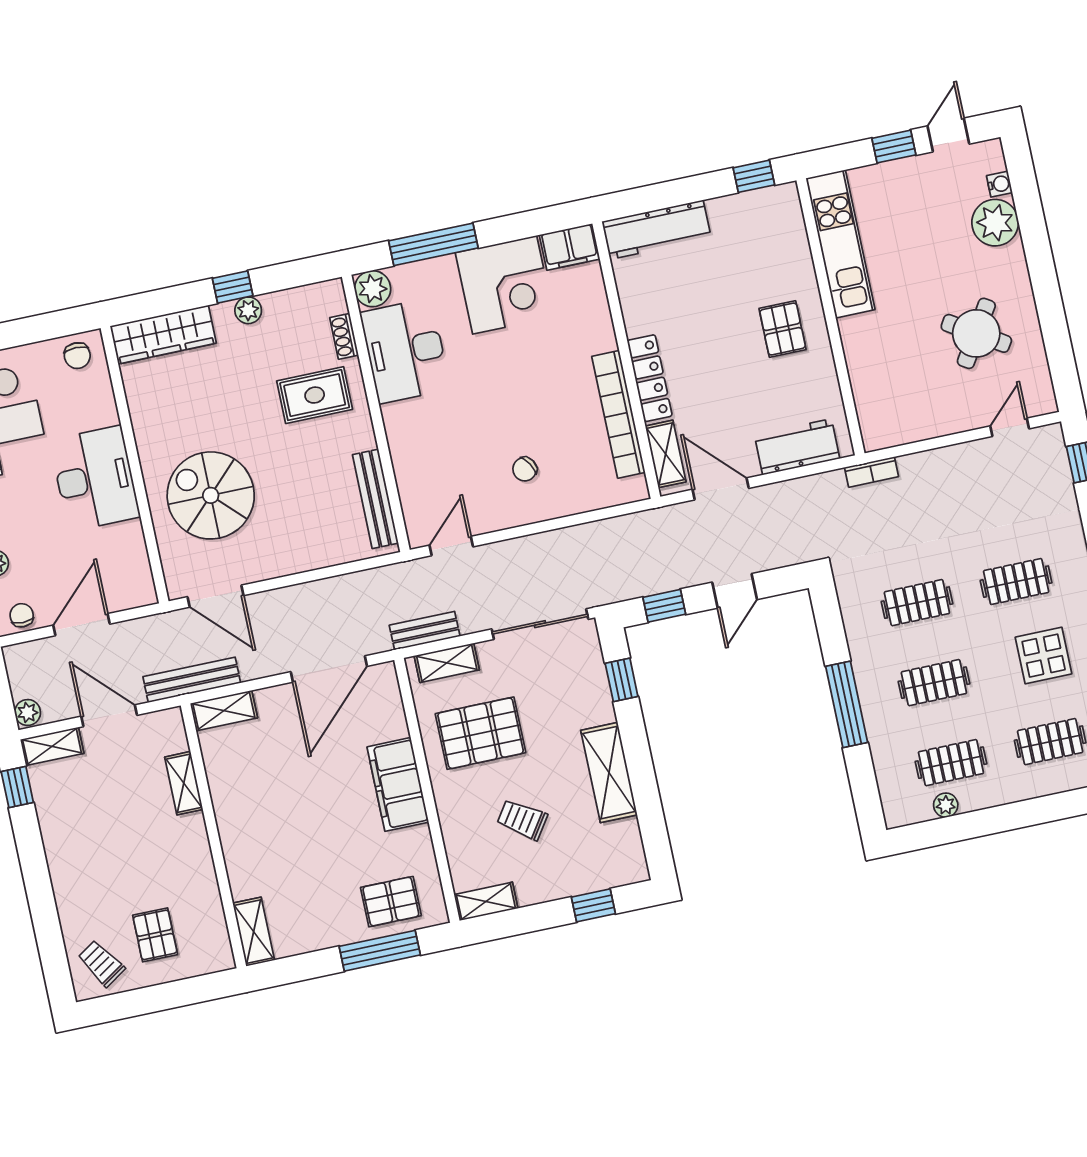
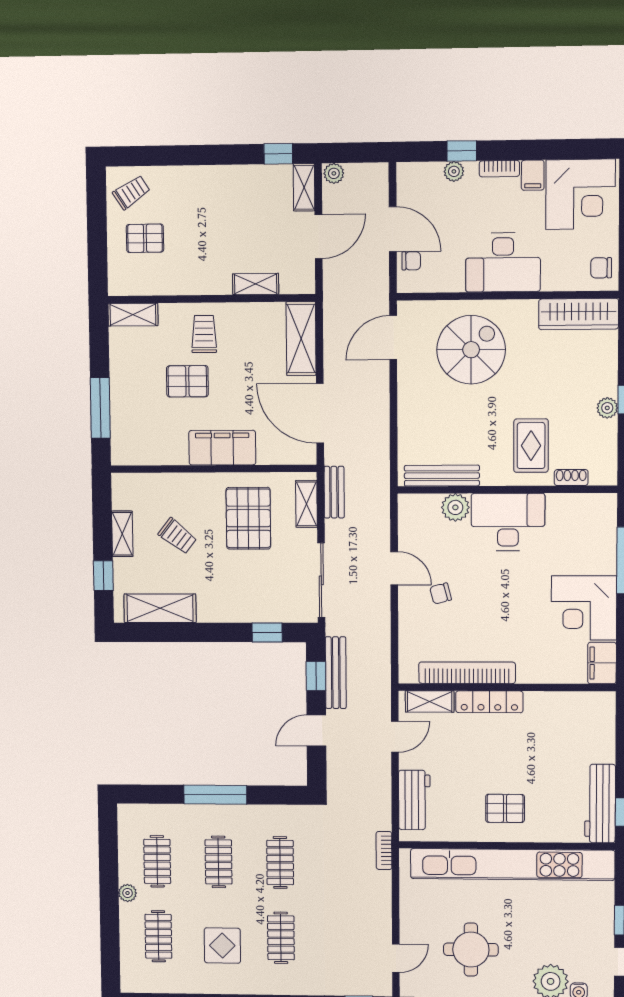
workbench: (657, 230) -> (600, 804), moved
kitchen unit: (840, 244) -> (512, 864), width x1.86
plant: (373, 289) -> (455, 507), moved
round table: (976, 333) -> (471, 950), turned -32
wardrobe: (163, 335) -> (579, 314), moved, turned -90
desk: (405, 351) -> (508, 522), moved
door: (1010, 427) -> (396, 958), hinge flipped
chair: (525, 469) -> (441, 593), turned -74
door: (721, 489) -> (395, 737), width x0.73
door: (451, 546) -> (394, 568), moved
door: (735, 591) -> (316, 731), hinge flipped
chair: (22, 615) -> (411, 261), moved
bench: (192, 680) -> (336, 673), moved
shelving: (224, 711) -> (301, 339), width x1.50, depth x1.33
shelving: (609, 773) -> (160, 608), moved
plant: (946, 805) -> (128, 893), moved
trolley: (522, 820) -> (177, 536), turned 94
trolley: (260, 836) -> (204, 334), added
shelving: (486, 901) -> (122, 534), moved
pallet: (391, 902) -> (187, 381), moved, turned 90

